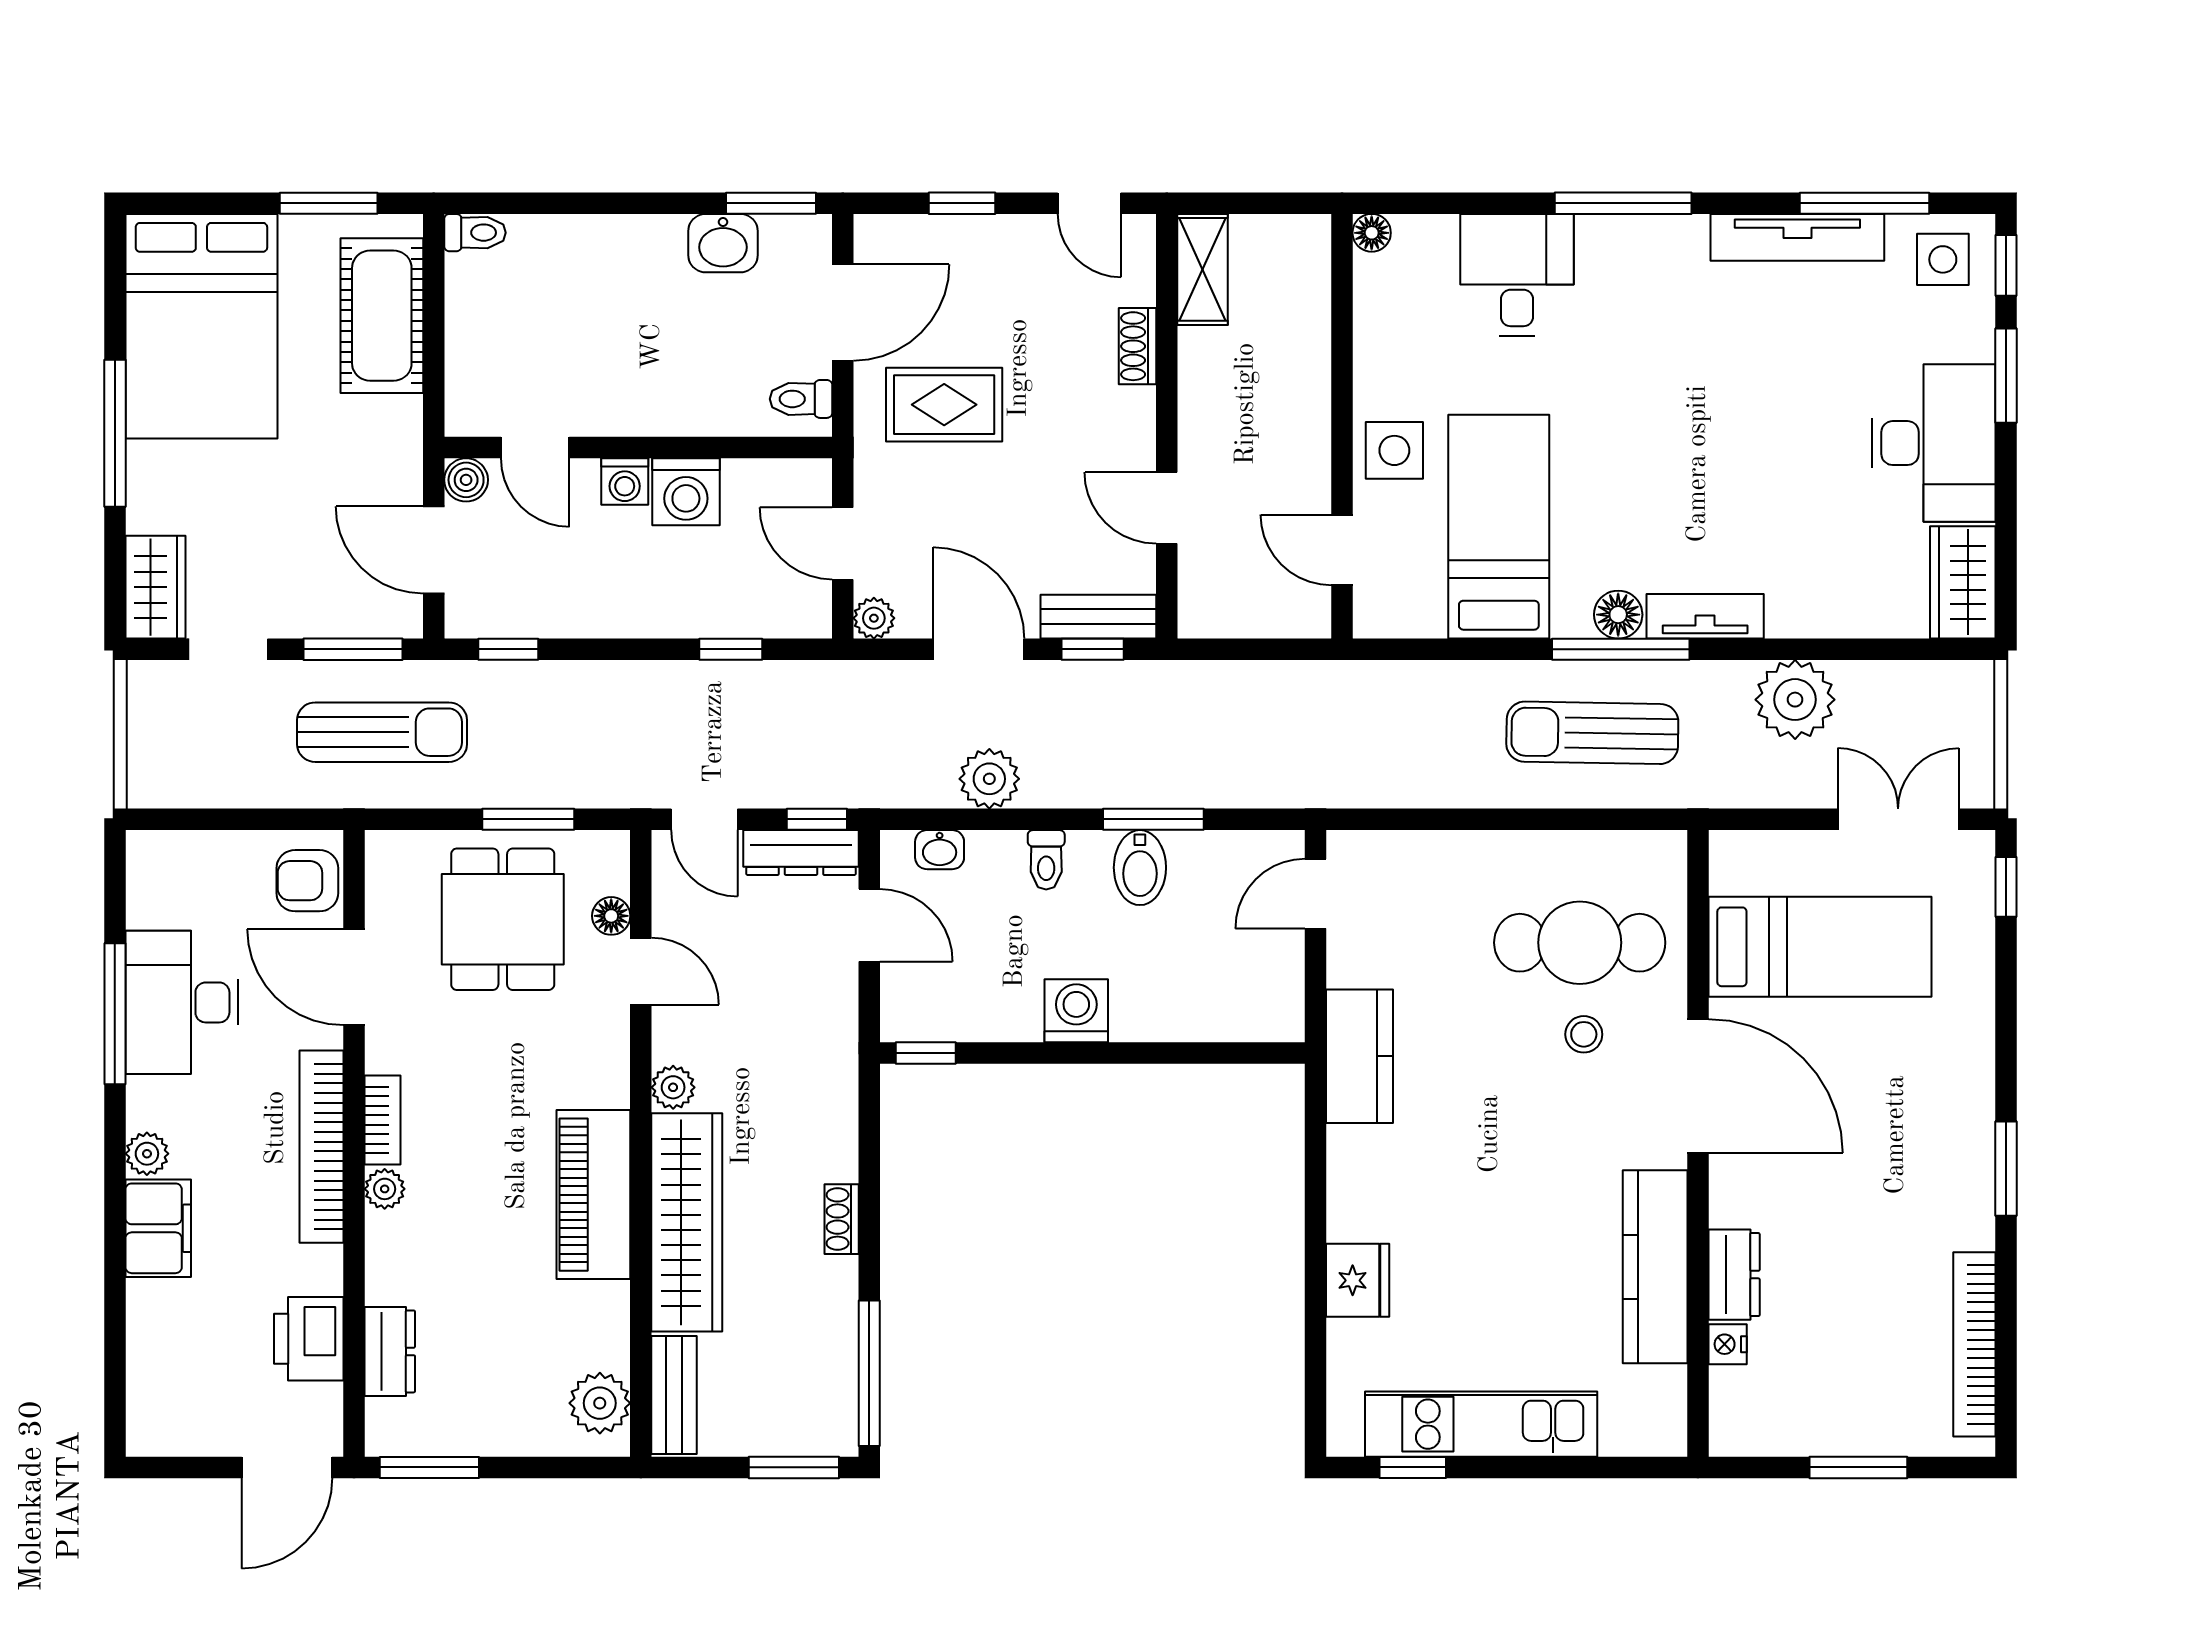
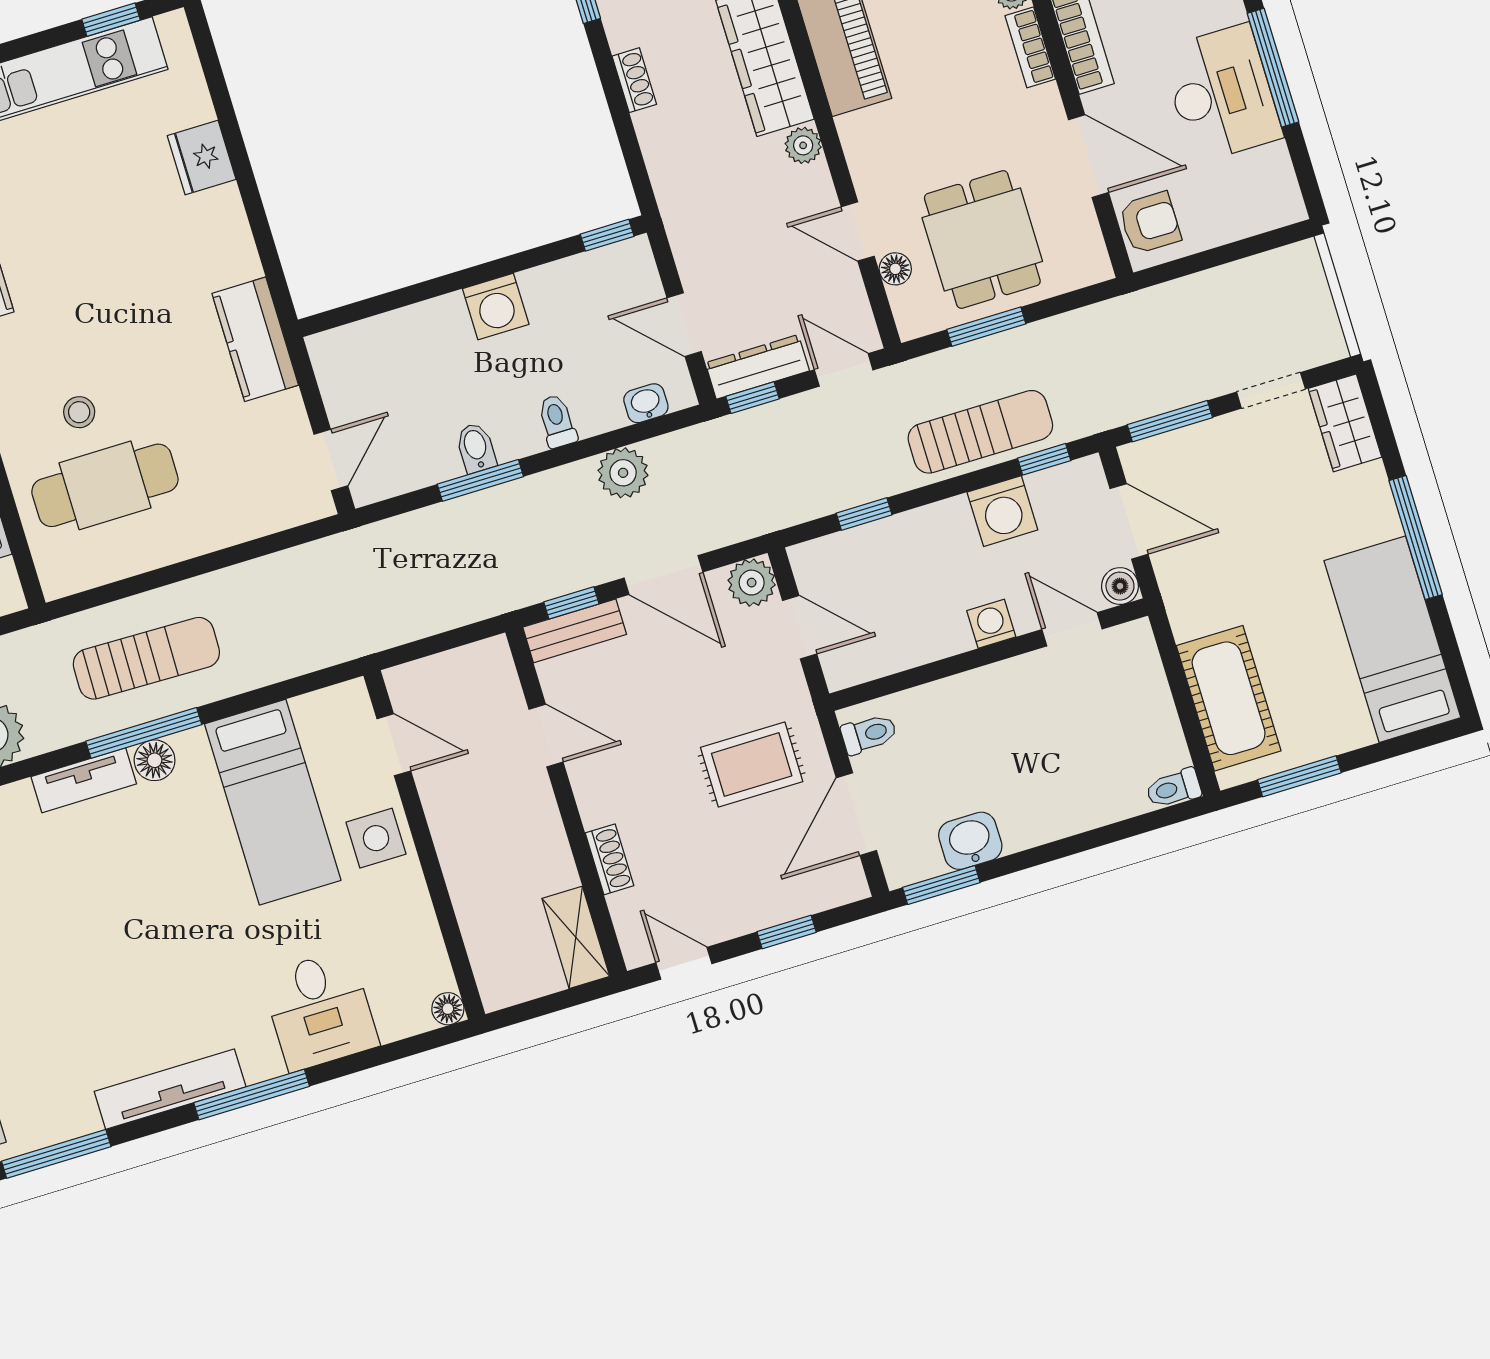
tv unit: (1797, 237) -> (170, 1089), moved
bed: (201, 326) -> (1392, 639), width x0.67
washing machine: (686, 492) -> (1002, 511), moved, turned 180
plant: (874, 618) -> (752, 583), width x1.38, depth x1.38
sun lounger: (382, 732) -> (980, 432), moved, turned 180
bidet: (1140, 868) -> (476, 448), width x0.72, depth x0.74

